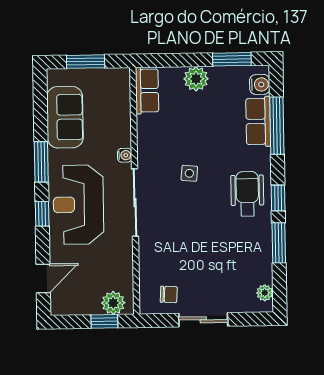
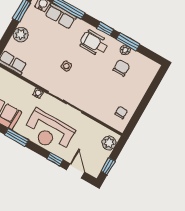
window: (42, 214) -> (55, 159), moved
chair: (235, 256) -> (121, 68), added
plant: (265, 293) -> (125, 50), moved
sliding door: (203, 320) -> (144, 103), removed
window: (104, 321) -> (108, 166), moved

